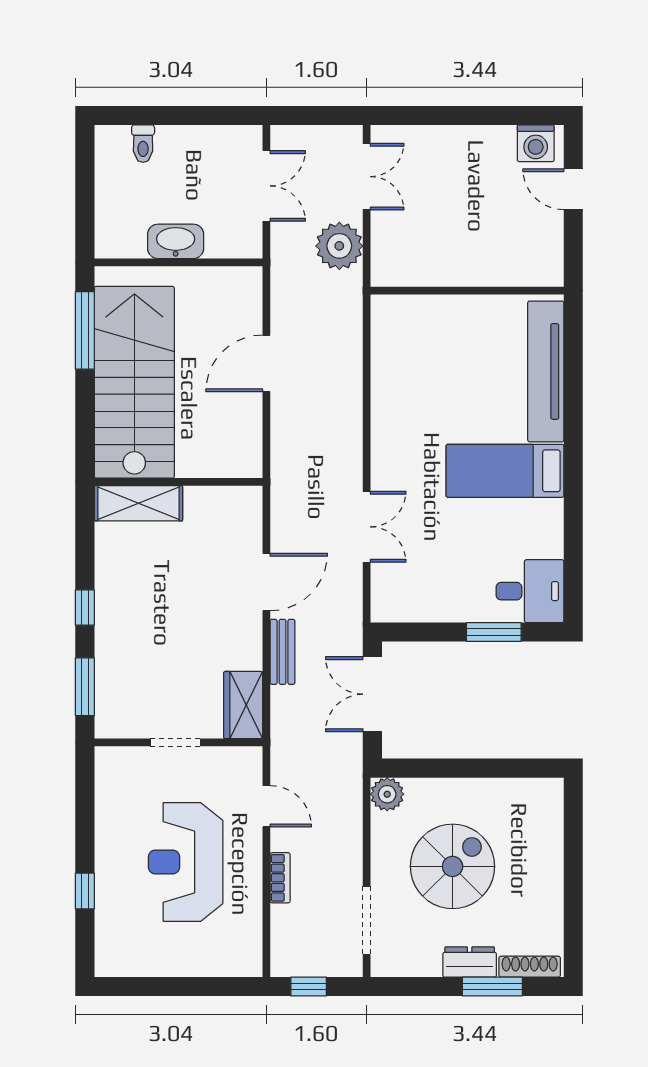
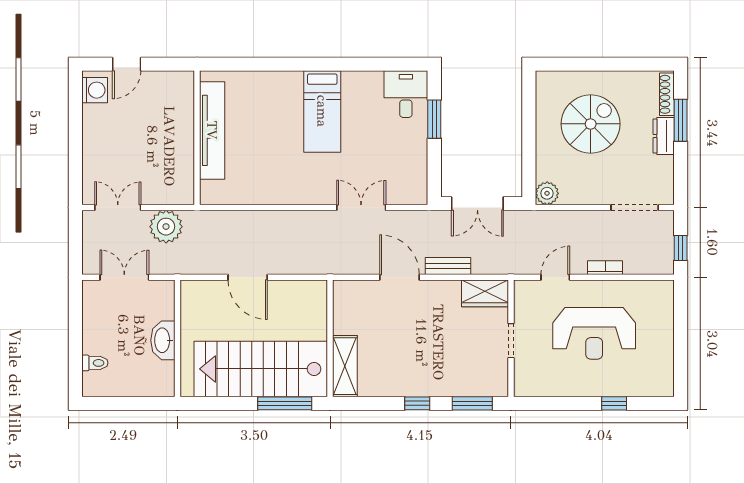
window: (85, 330) -> (285, 403), moved
tv unit: (546, 371) -> (212, 130), moved, turned -90
spiral stairs: (453, 866) -> (591, 124), moved, turned 90

